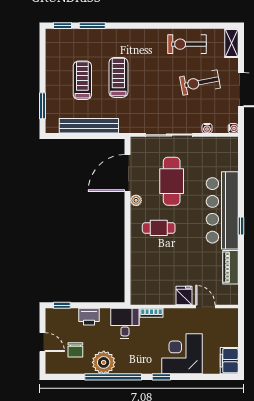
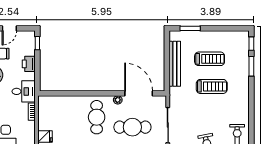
cafe table: (159, 228) -> (97, 117), width x1.37, depth x1.35

